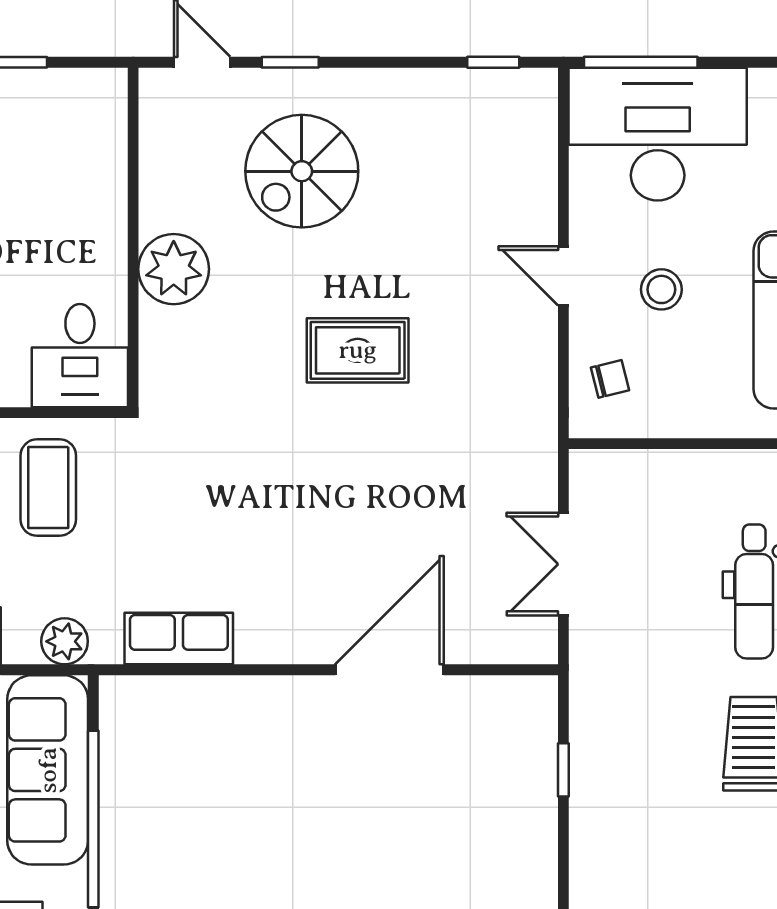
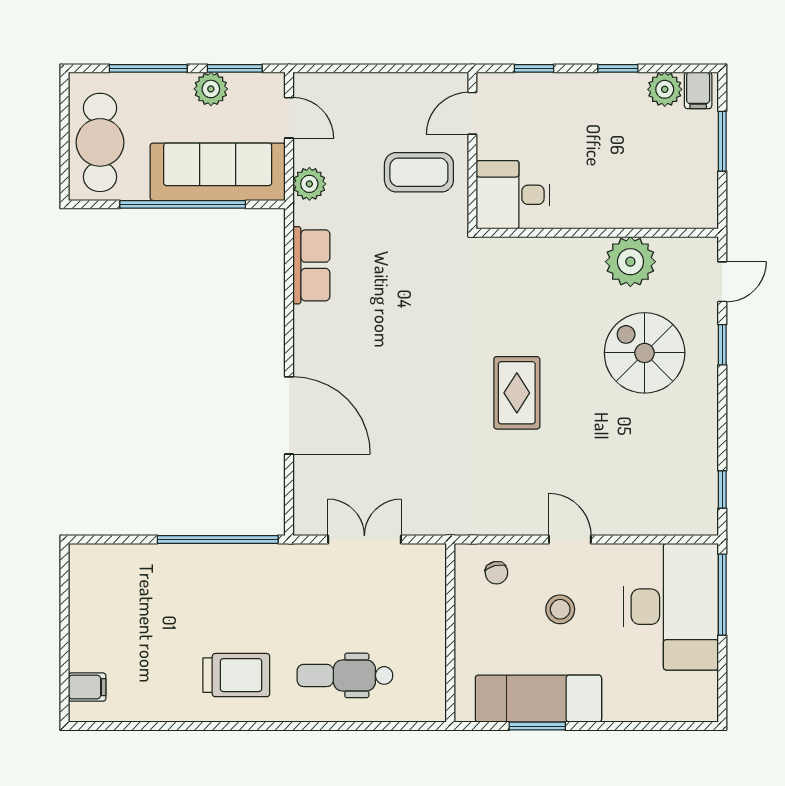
plant: (174, 269) -> (630, 262), moved
door: (563, 276) -> (570, 539), hinge flipped
window: (563, 770) -> (218, 539), width x3.17

